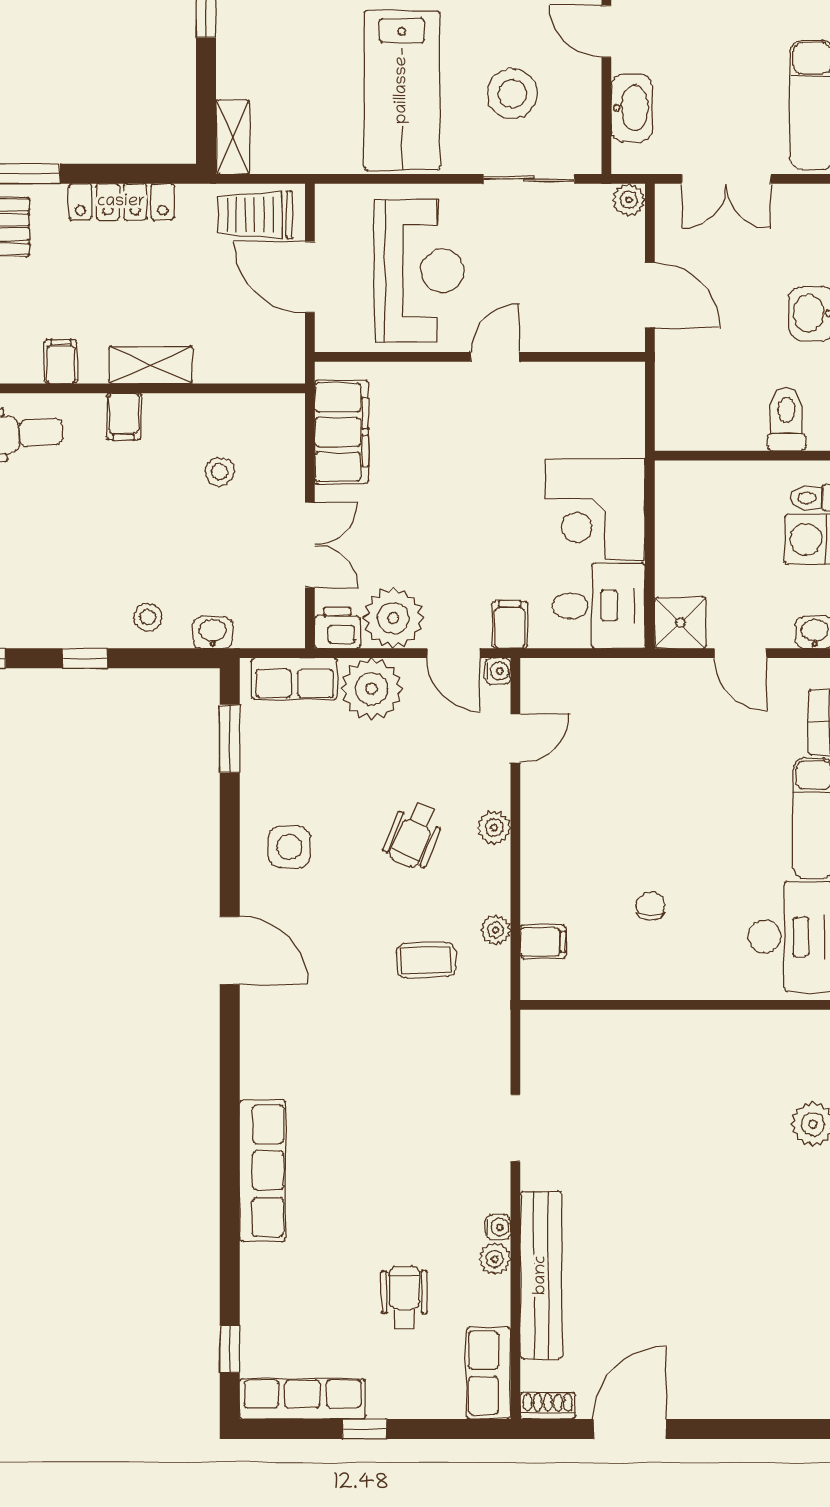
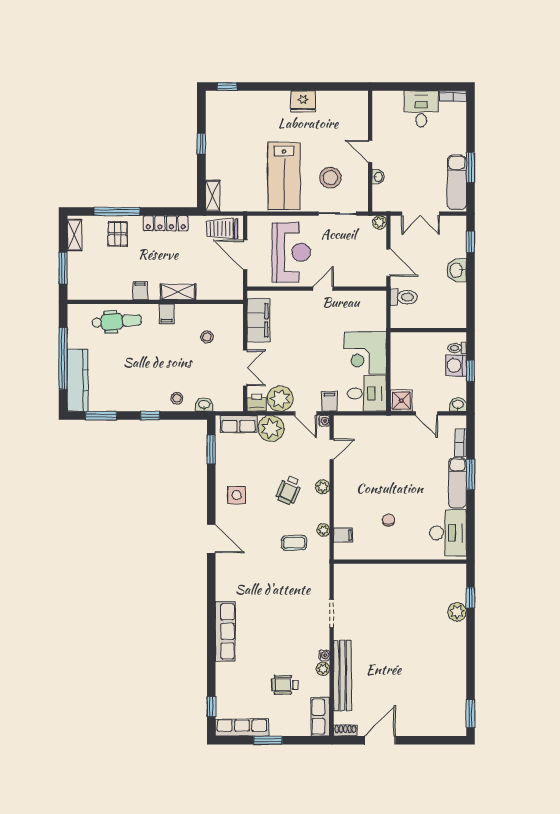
washbasin: (632, 108) -> (378, 177), width x0.52, depth x0.69
toilet: (787, 419) -> (404, 297), moved, turned 90
wheelchair: (404, 1297) -> (285, 685), turned -90
window: (364, 1429) -> (268, 740), width x1.50

